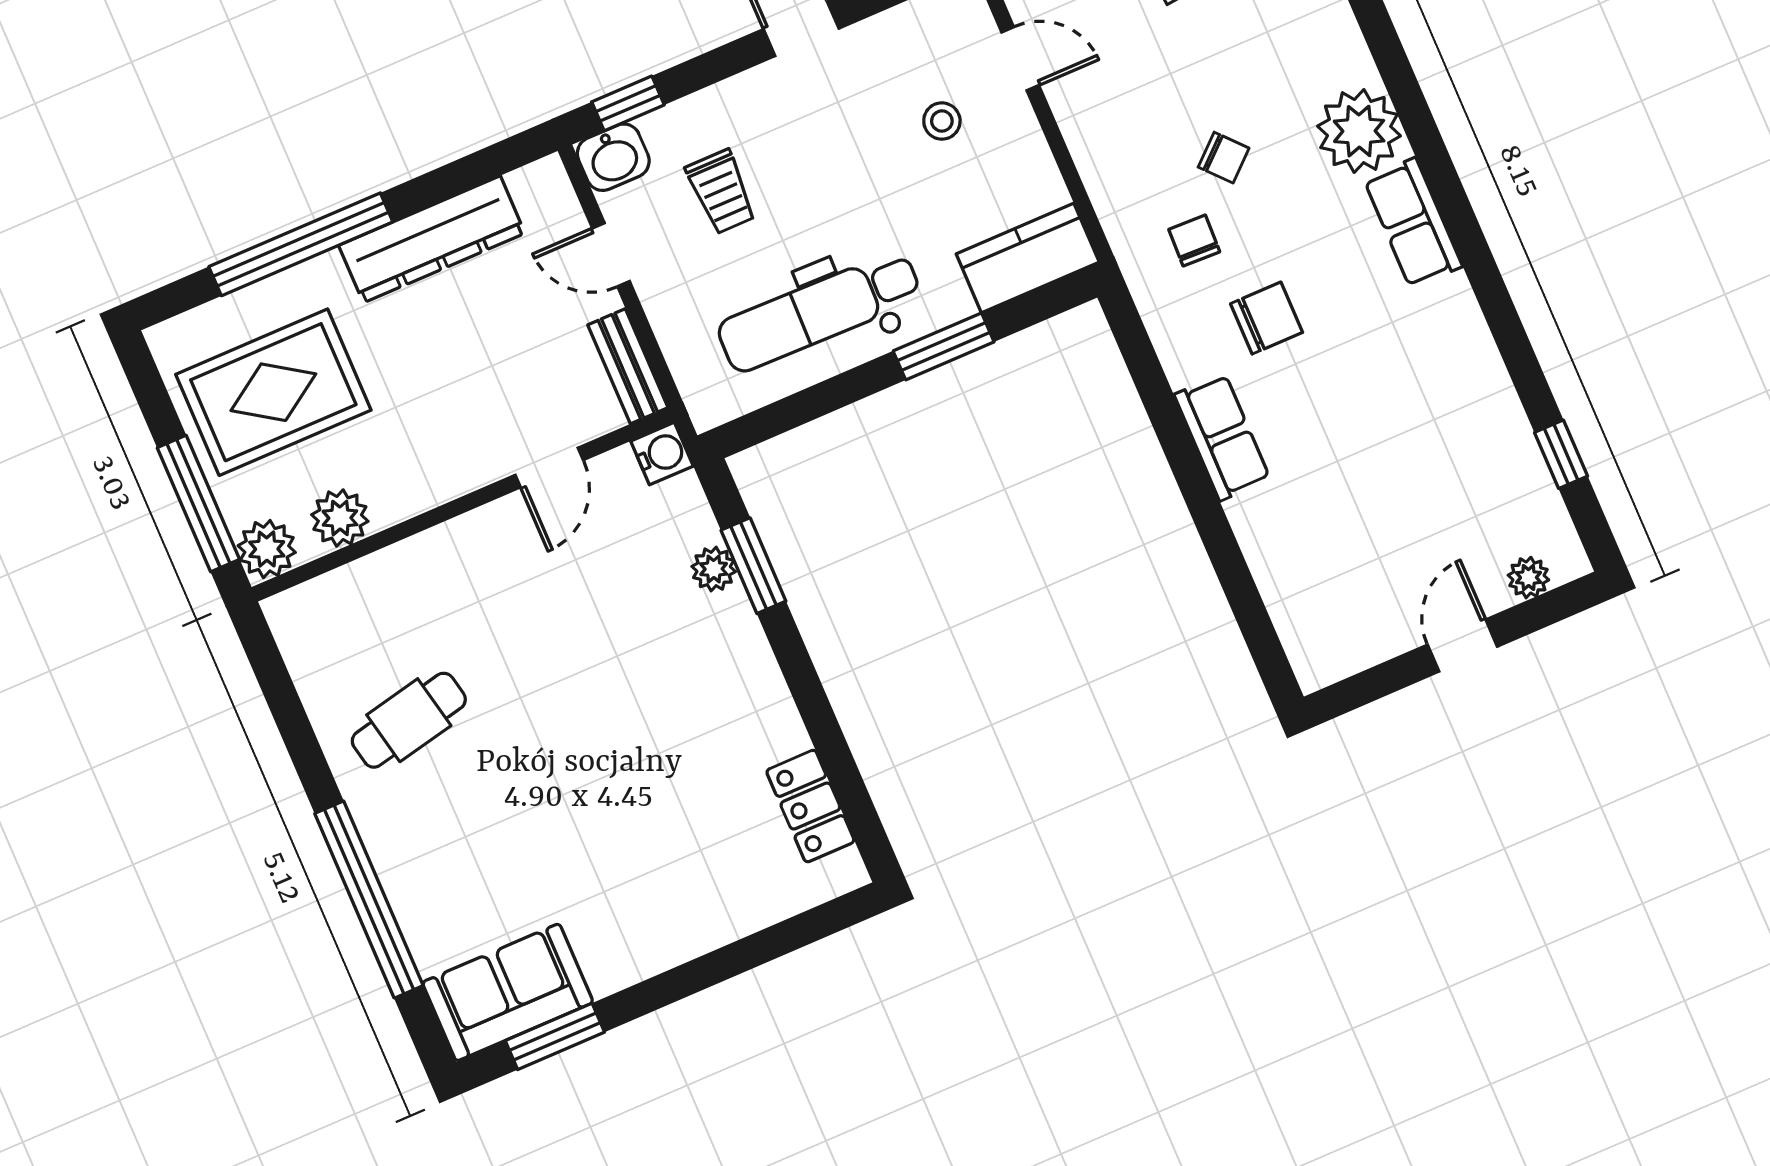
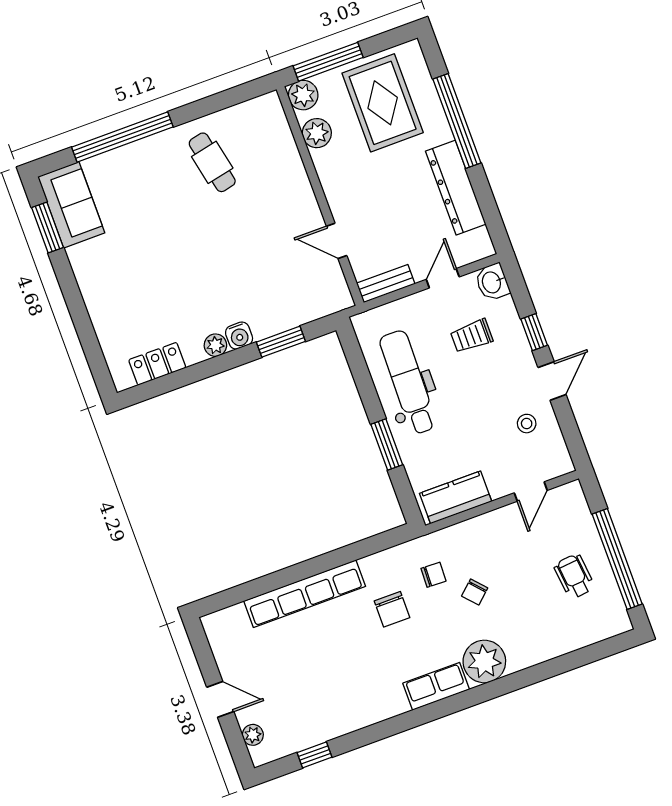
window: (628, 103) -> (534, 332), moved
stool: (942, 121) -> (527, 424), moved
kitchen counter: (1028, 258) -> (456, 497), moved, turned -90
row of seats: (1222, 437) -> (305, 594), width x2.02
water cooler: (662, 454) -> (239, 336), moved
plant: (714, 569) -> (215, 345), moved

